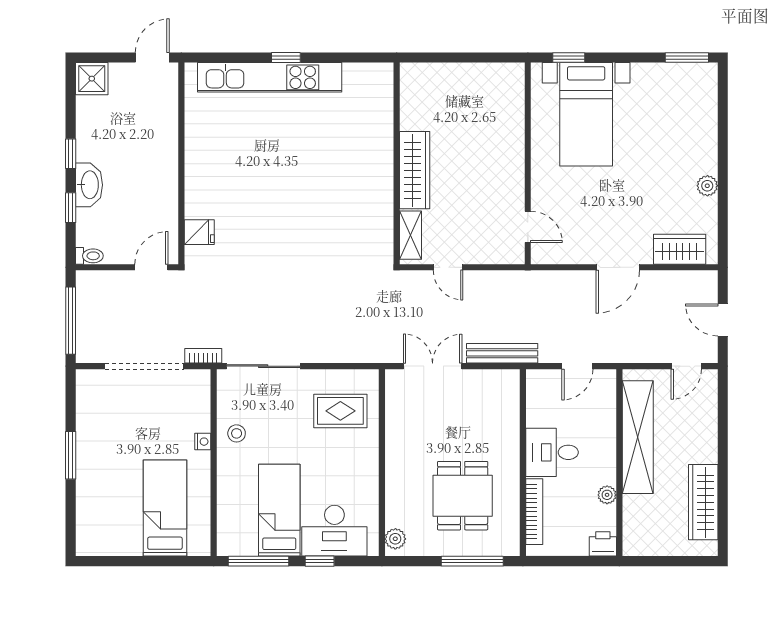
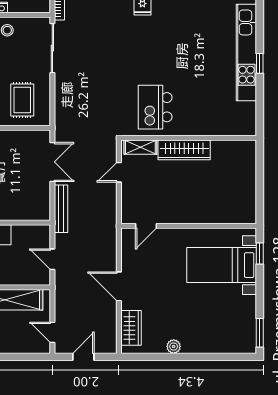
kitchen island: (351, 213) -> (155, 107), added

